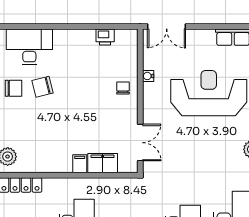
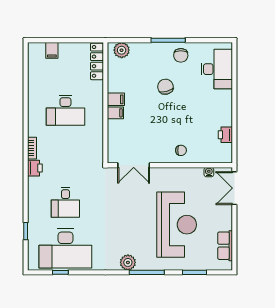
water cooler: (148, 76) -> (209, 172), moved
chair: (43, 87) -> (165, 87), moved
filing cabinet: (103, 163) -> (116, 99), moved, width x0.50

